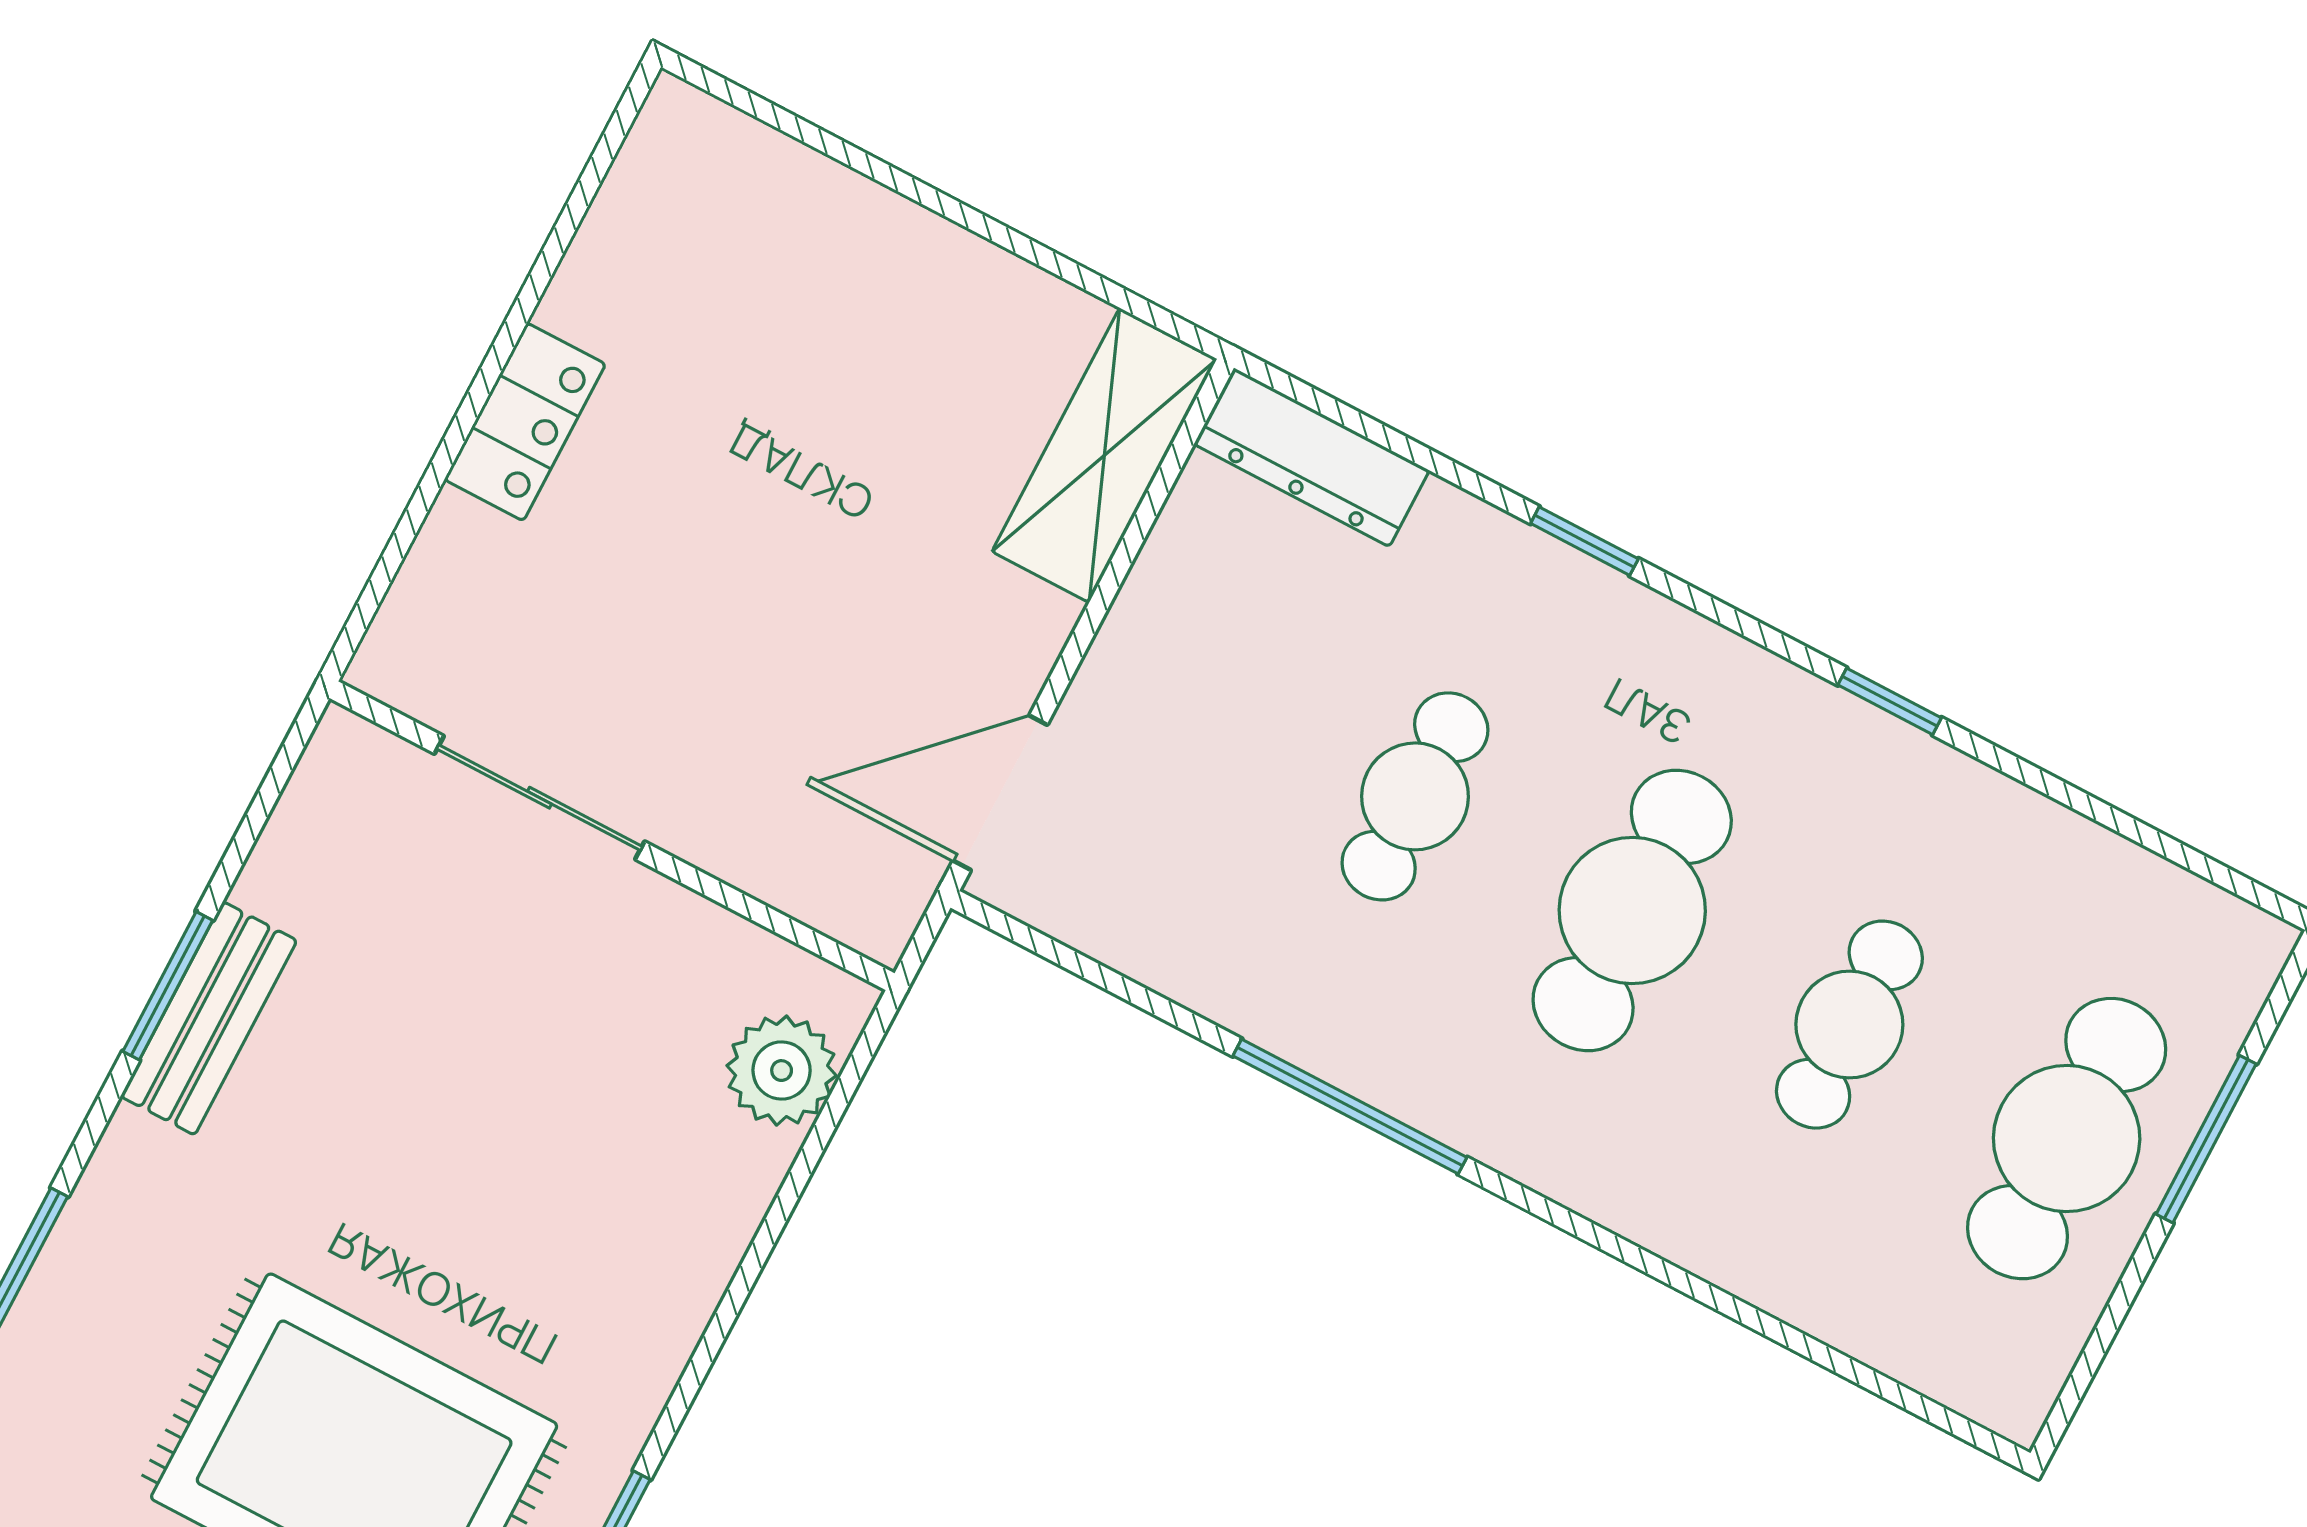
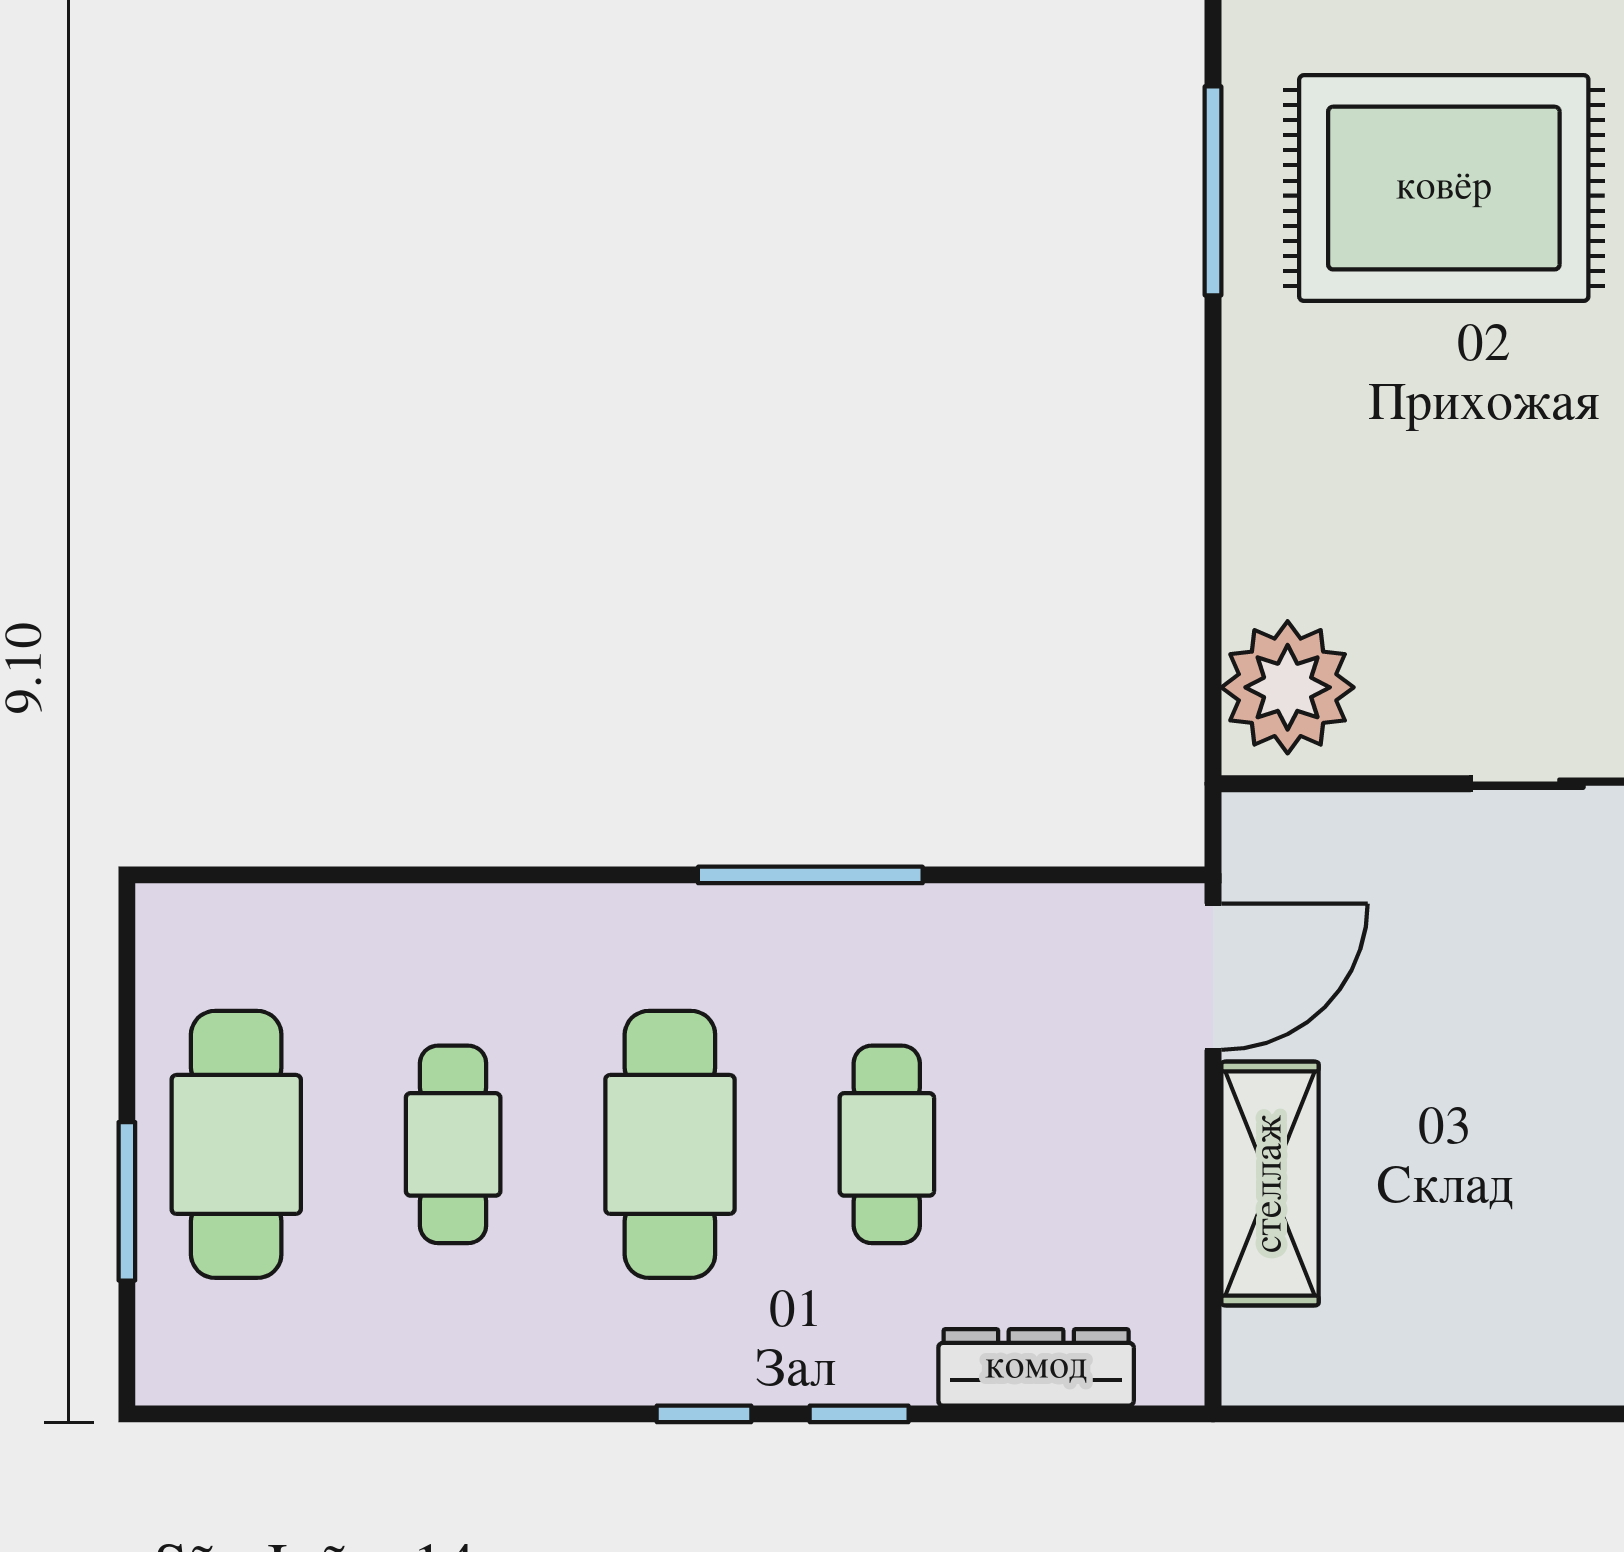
shelving: (1104, 455) -> (1270, 1184), moved
dresser: (1312, 457) -> (1036, 1367), moved
window: (1890, 701) -> (704, 1414), moved
plant: (782, 1071) -> (1288, 687), width x1.36, depth x1.36

